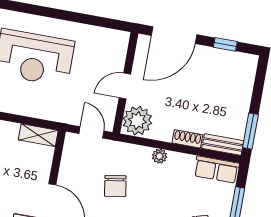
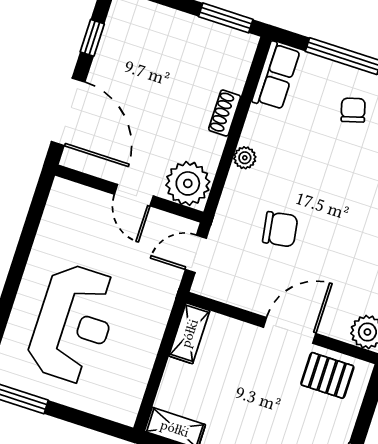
bench: (223, 145) -> (240, 62), removed

